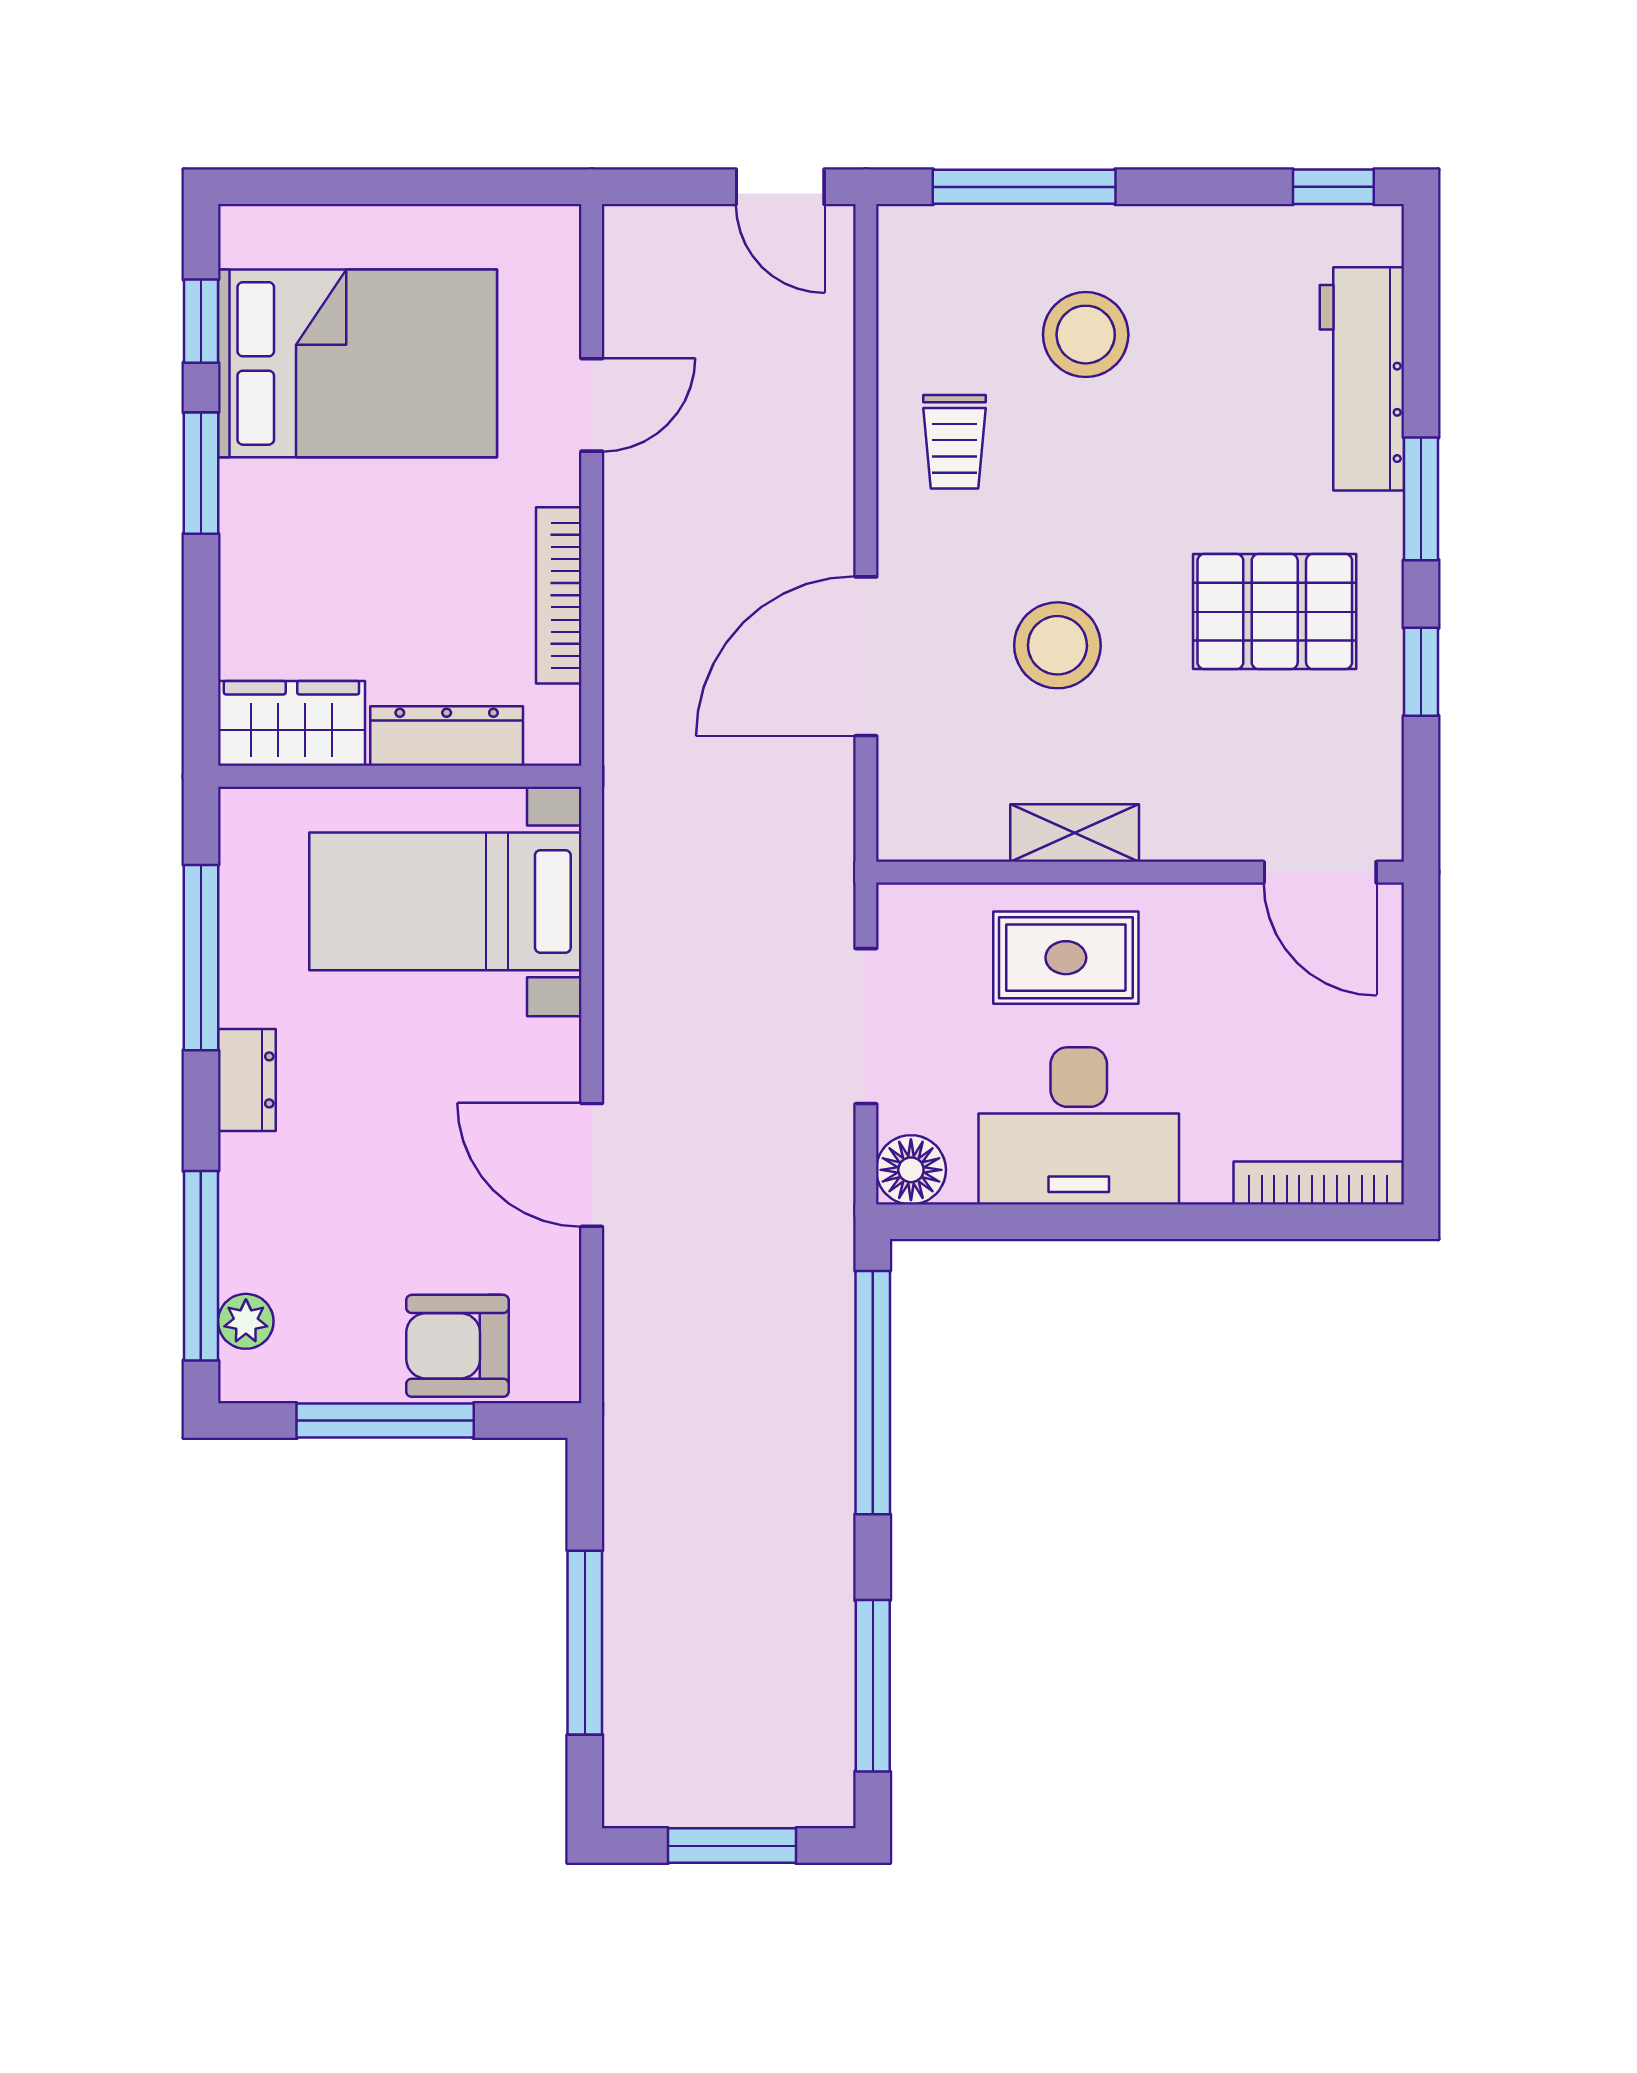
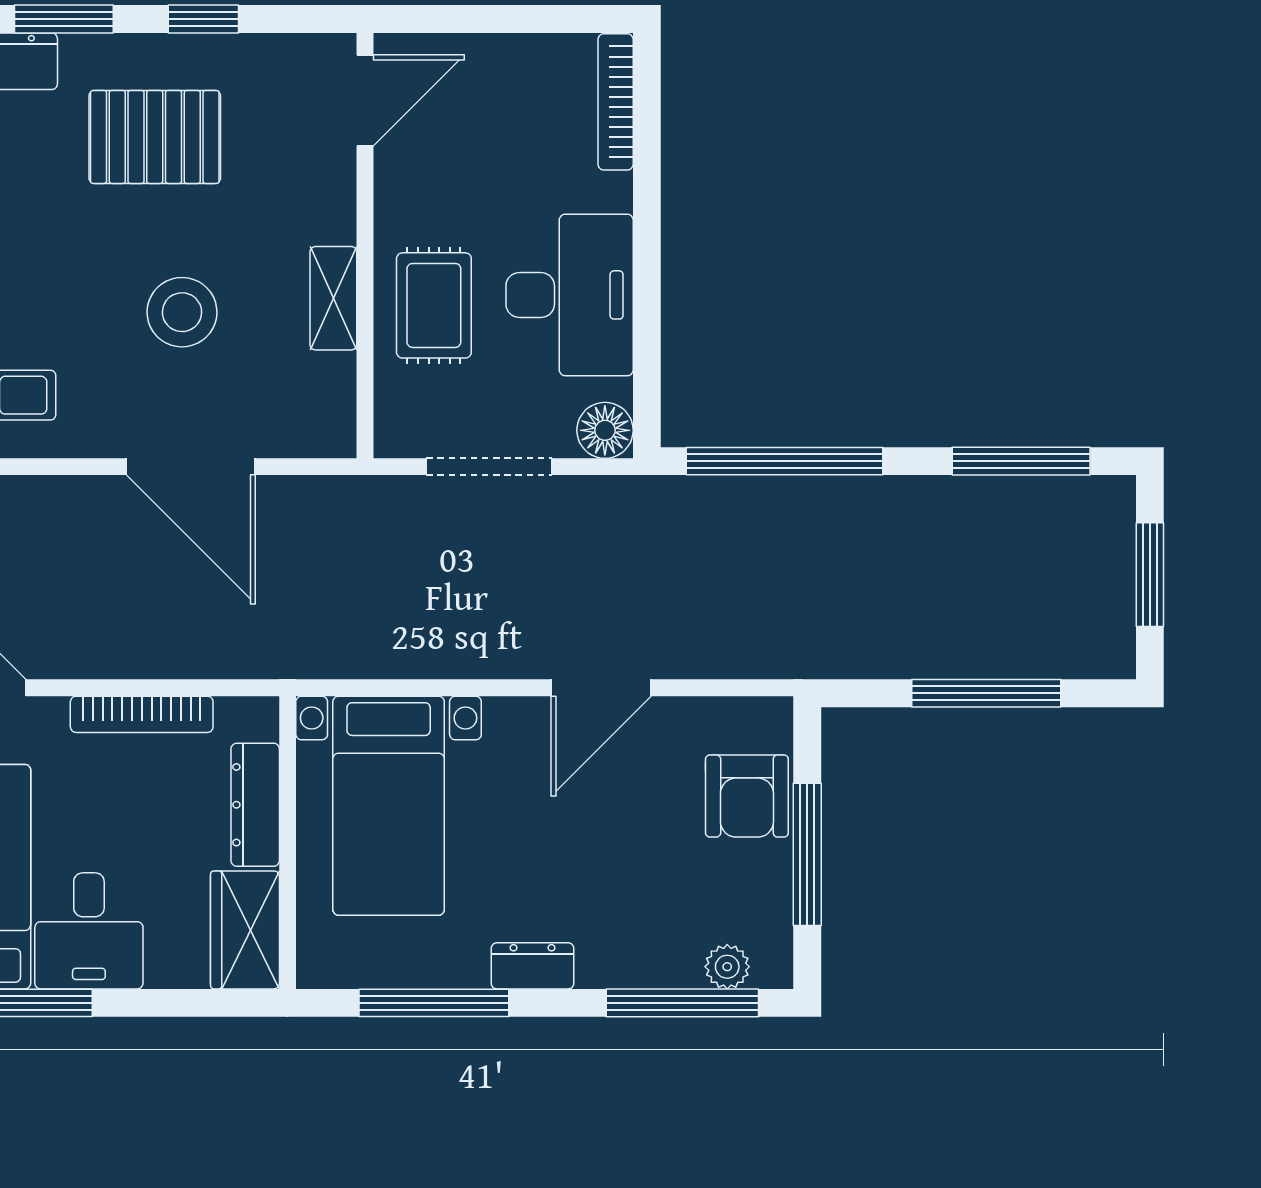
desk: (290, 530) -> (89, 931), added
pallet: (1275, 612) -> (155, 137), turned 90

